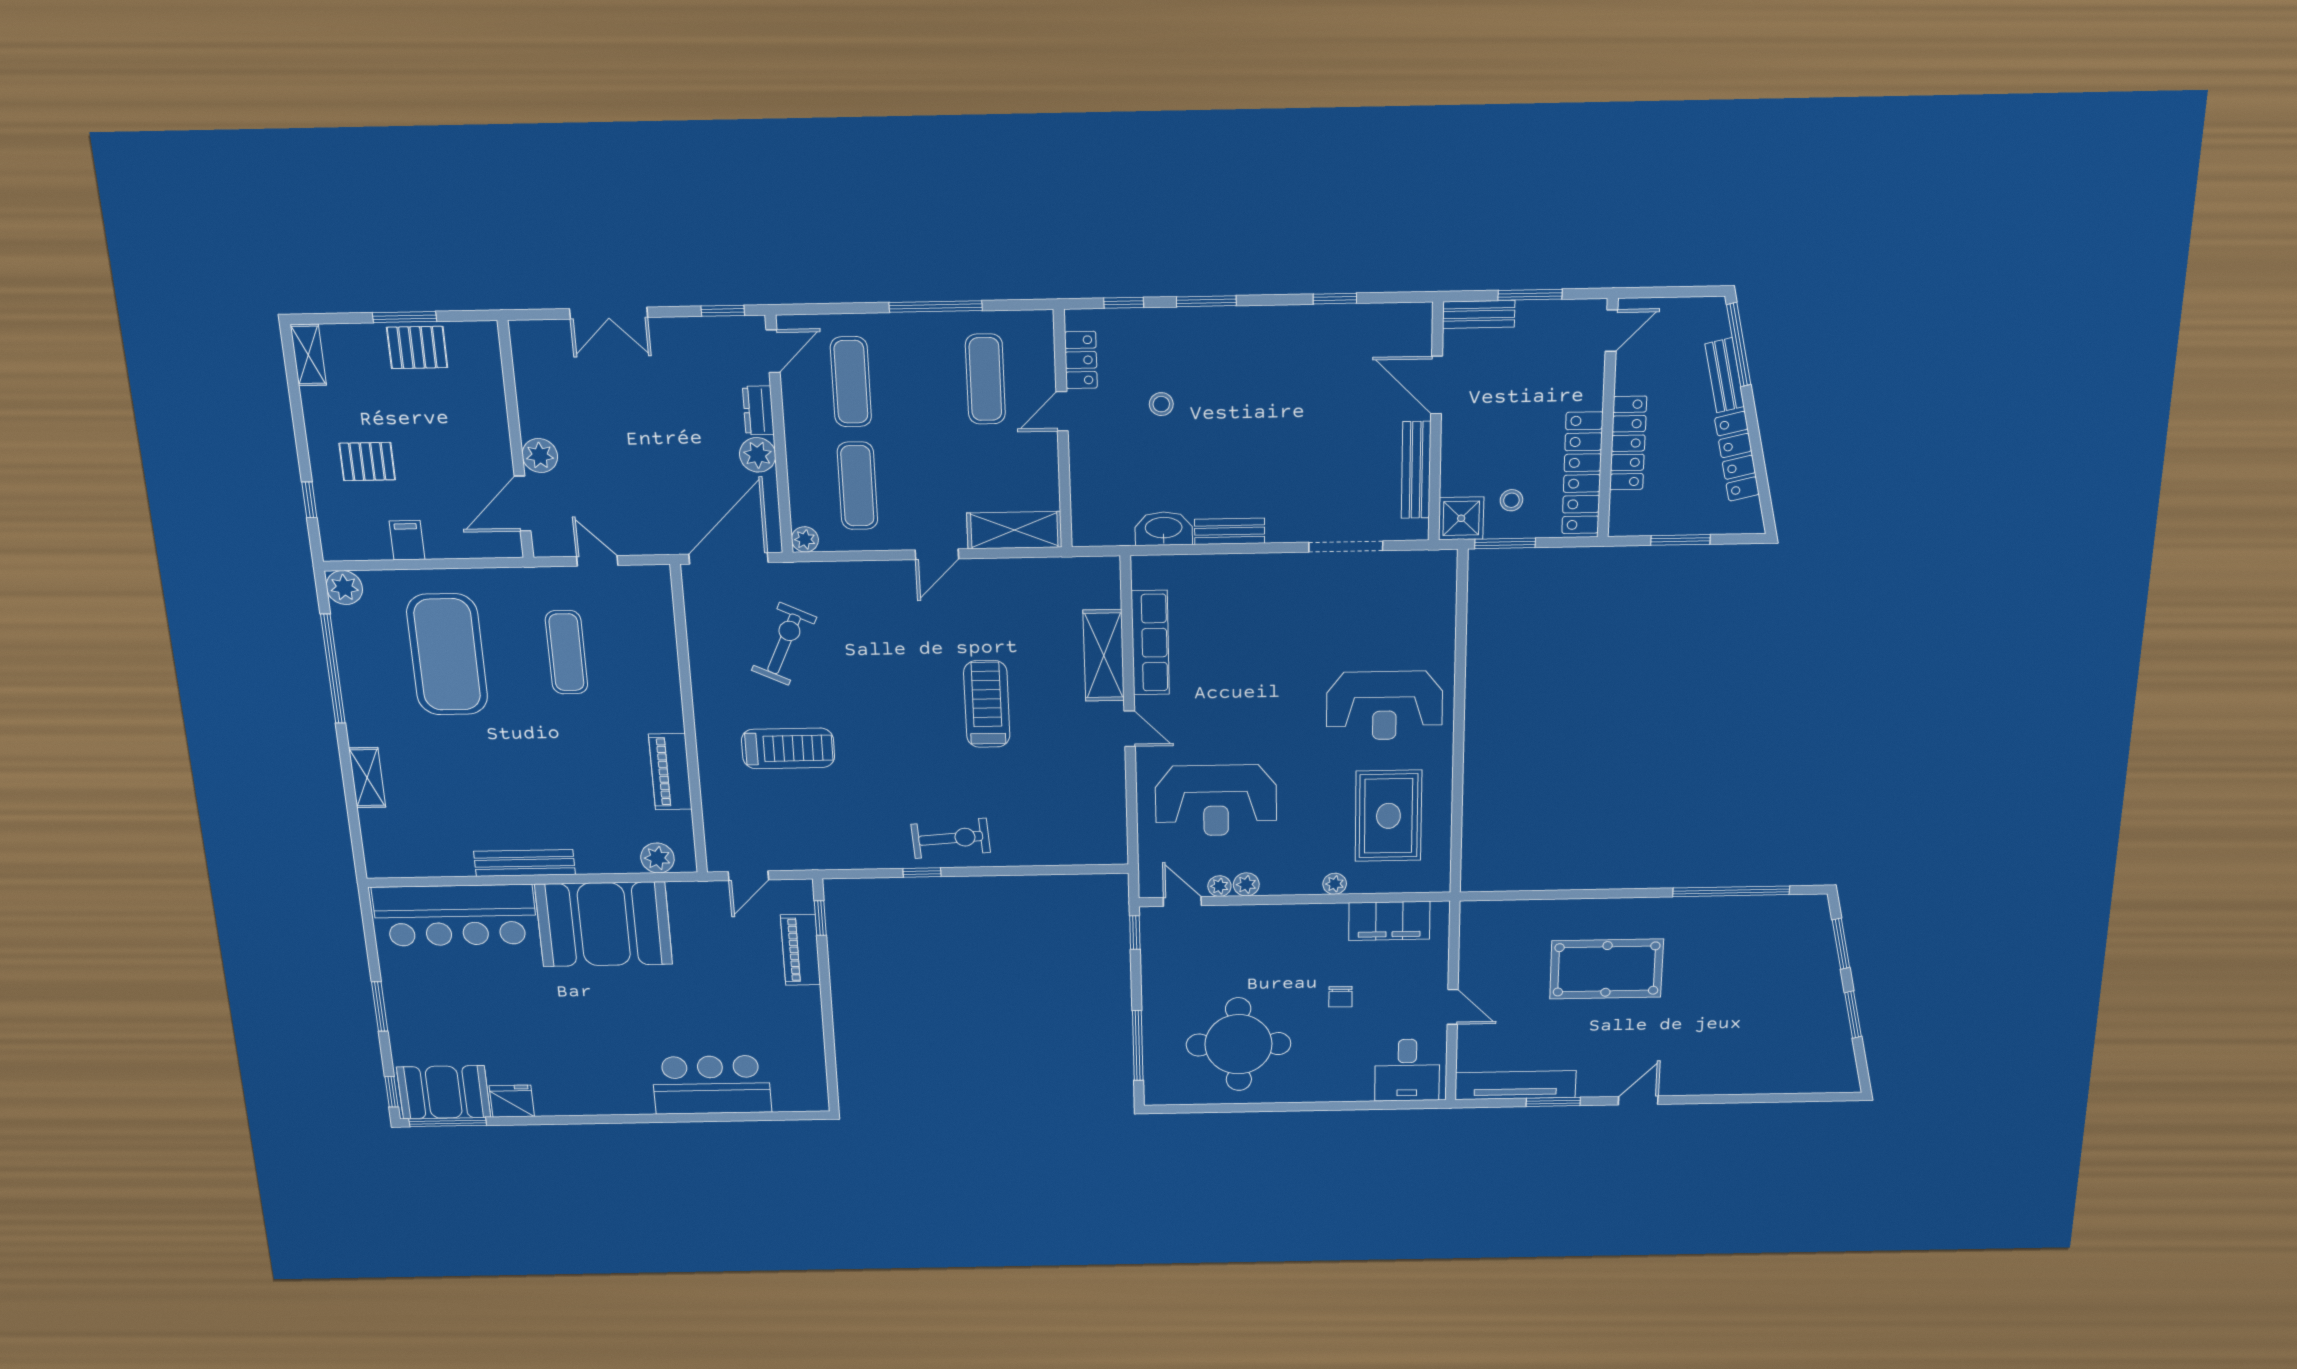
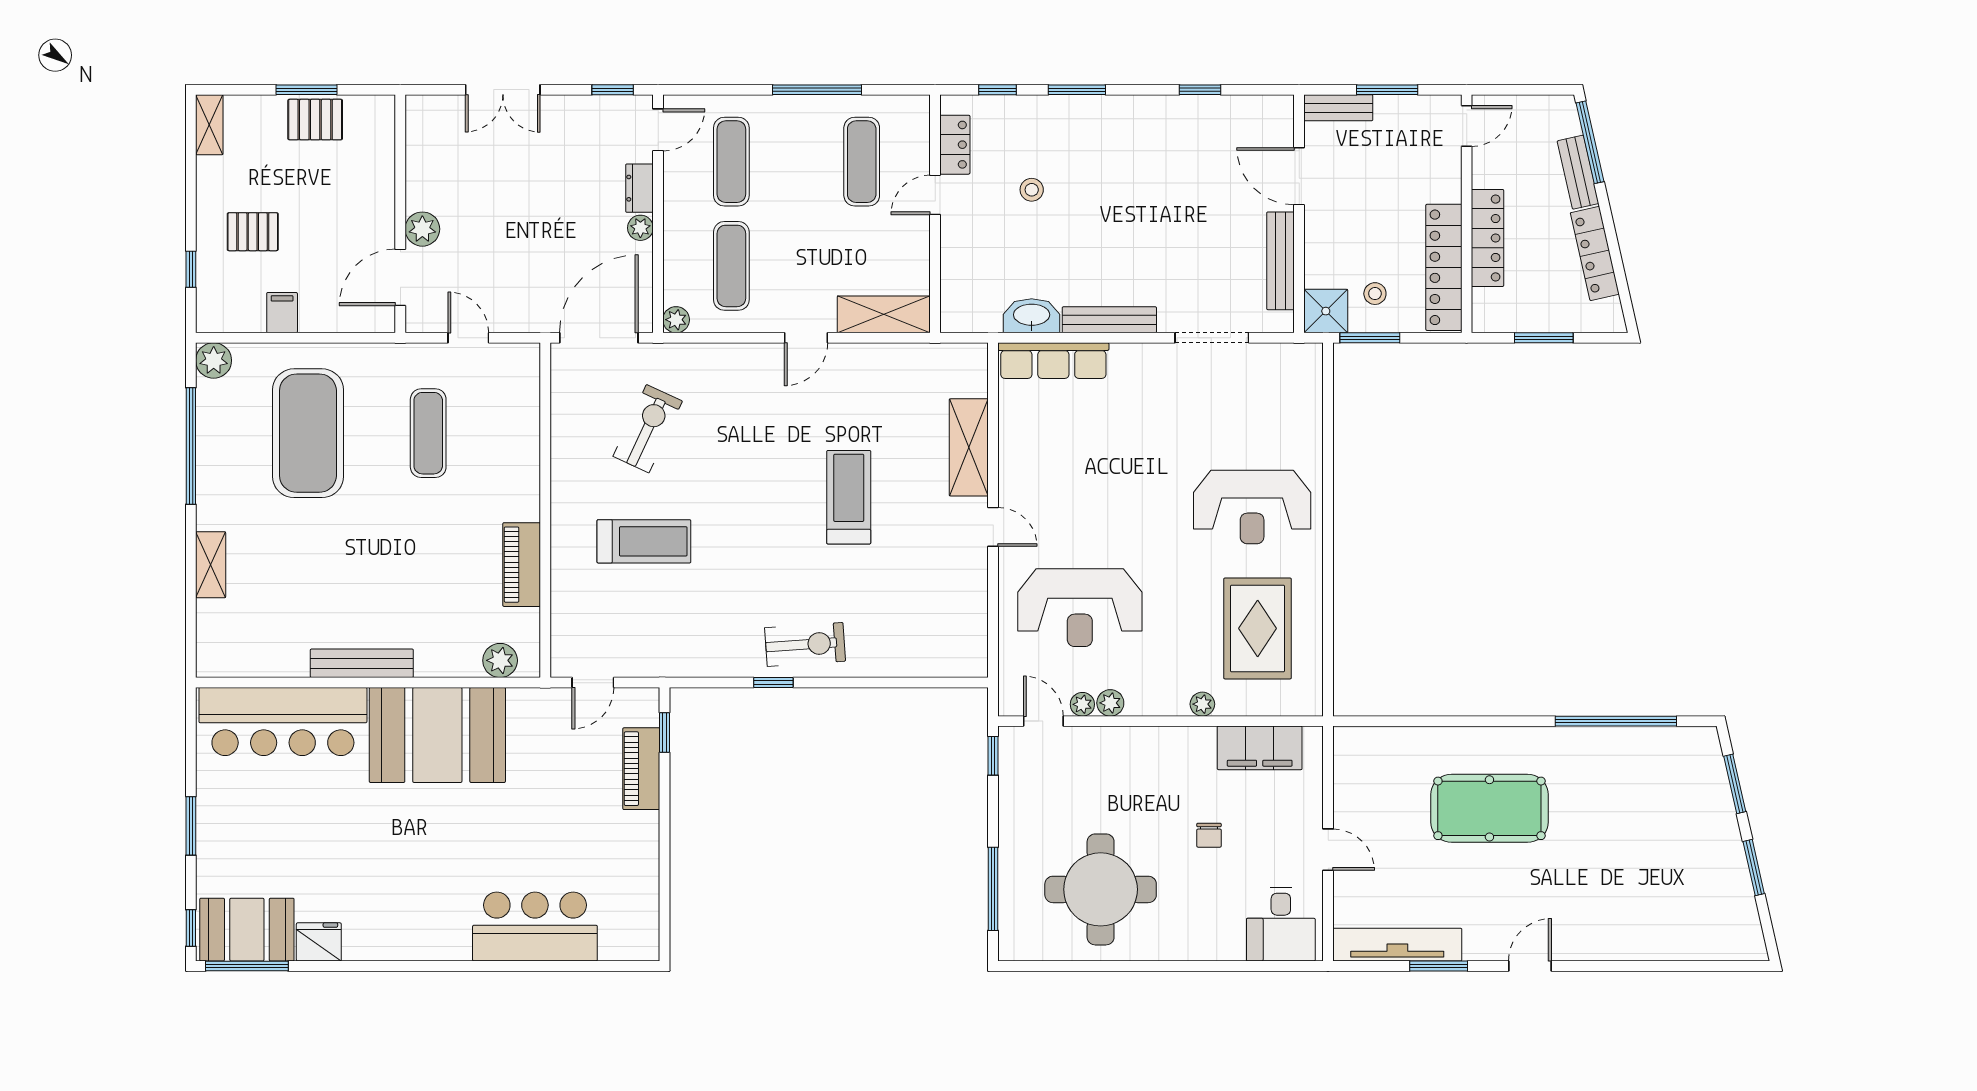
plant: (758, 455) -> (640, 228), width x0.73, depth x0.73
bench: (1230, 531) -> (1109, 320), width x1.36
row of seats: (1150, 643) -> (1053, 361), moved, turned 90

